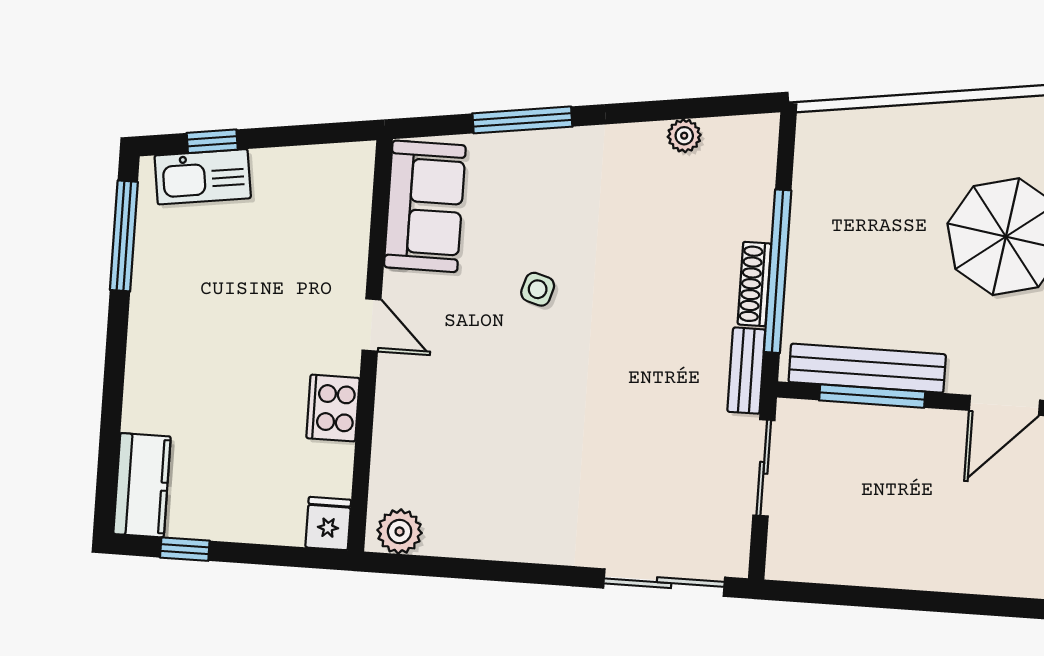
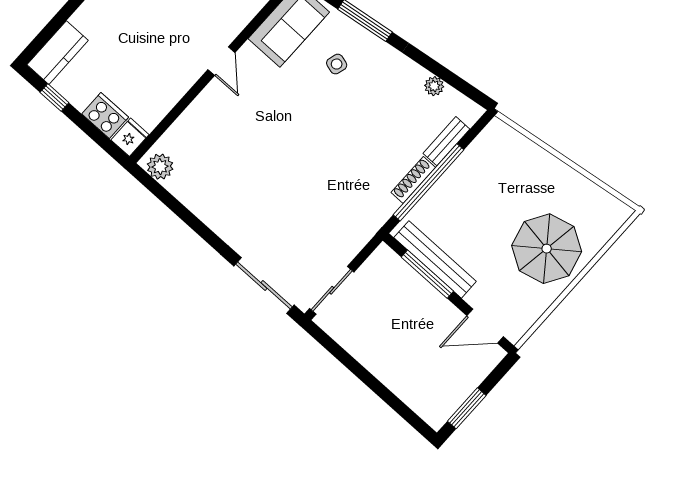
side table: (538, 289) -> (337, 64), moved
bench: (746, 371) -> (446, 141), moved
cooker: (333, 408) -> (105, 116), moved, turned 90
sliding door: (764, 468) -> (332, 290), moved

